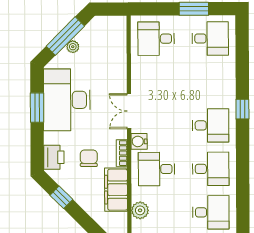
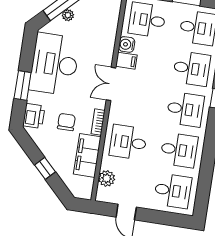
desk: (210, 82) -> (192, 69), added
filing cabinet: (141, 84) -> (126, 61), added
window: (37, 108) -> (23, 86), moved
water cooler: (139, 141) -> (127, 44), moved
window: (61, 197) -> (45, 168), moved

